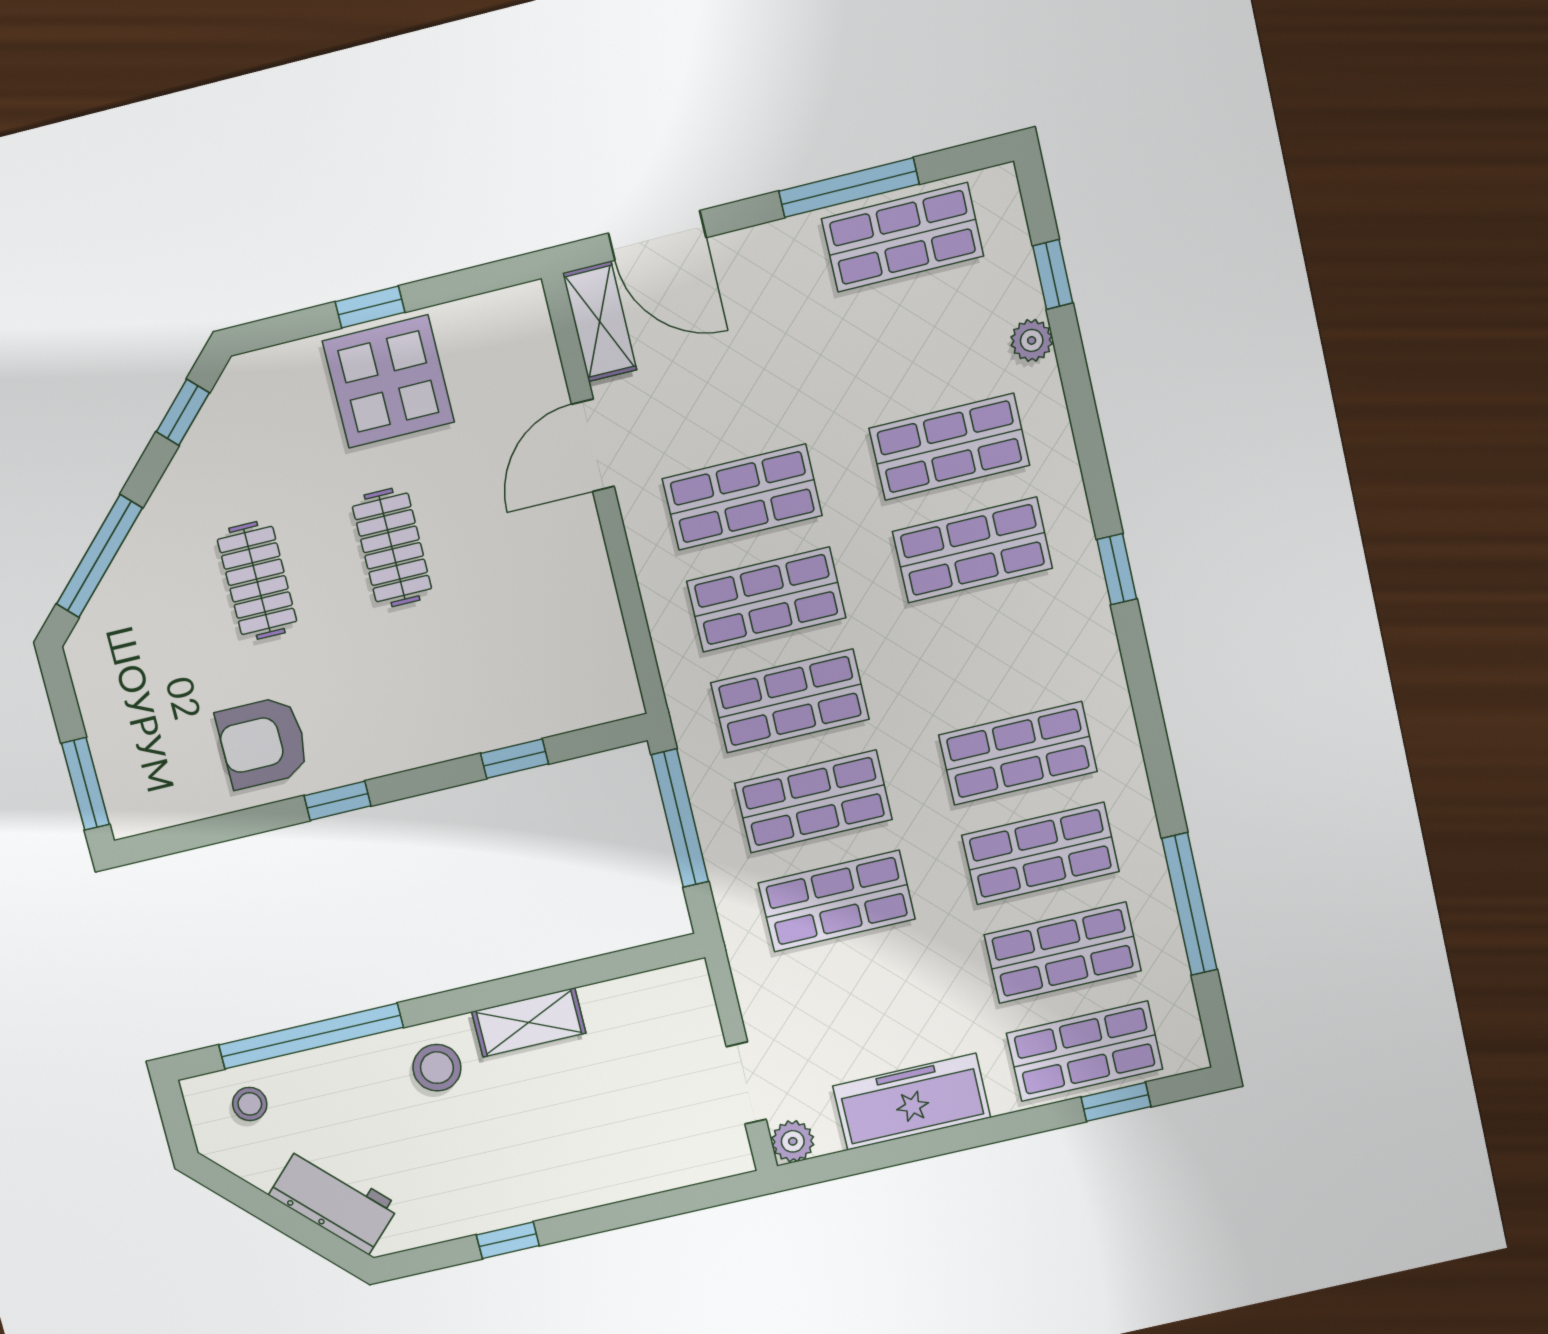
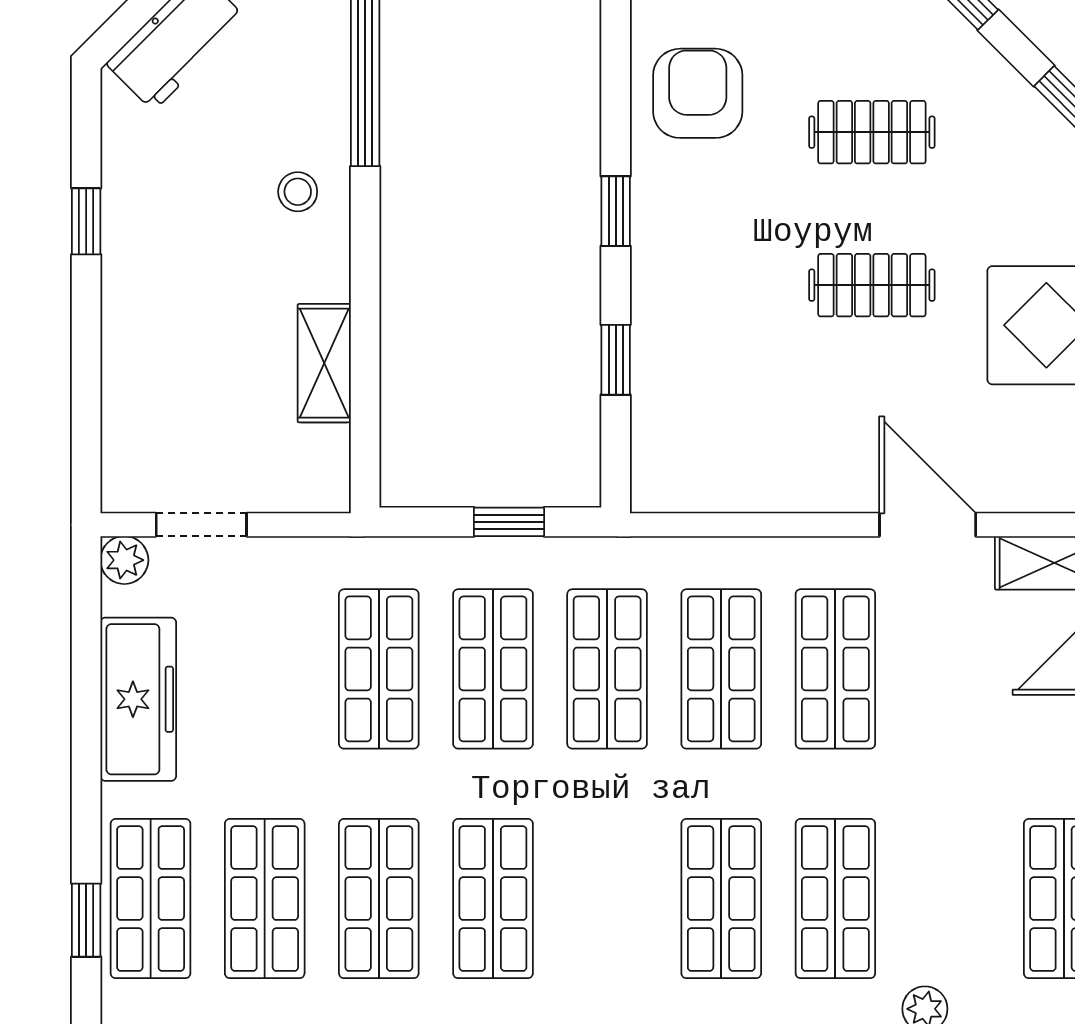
window: (337, 801) -> (616, 211), moved
window: (680, 818) -> (509, 522), width x0.46
shelving: (529, 1022) -> (324, 363), moved
stool: (437, 1068) -> (298, 192), width x0.73, depth x0.73

